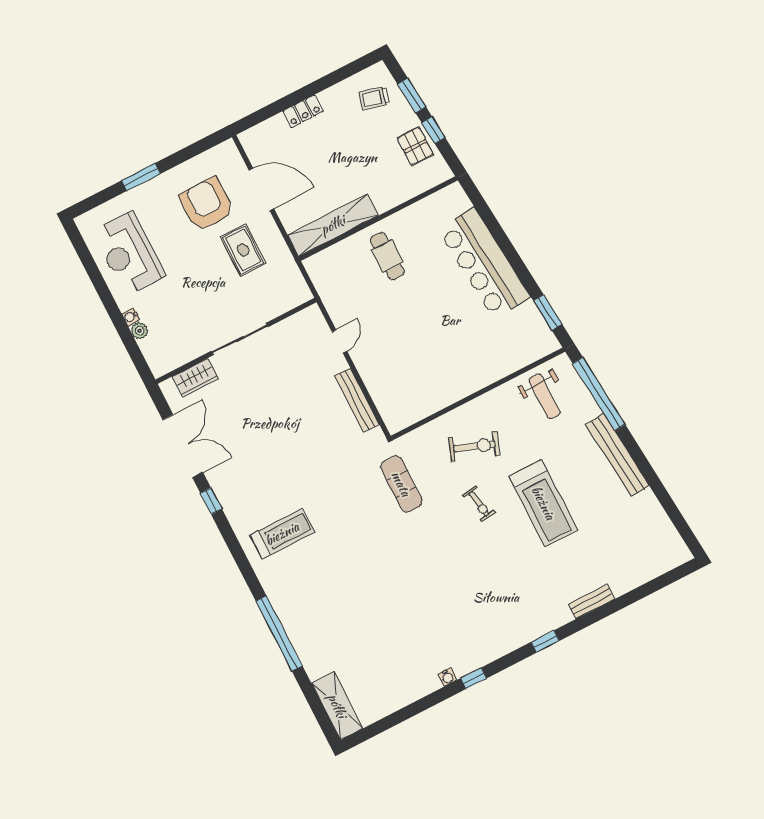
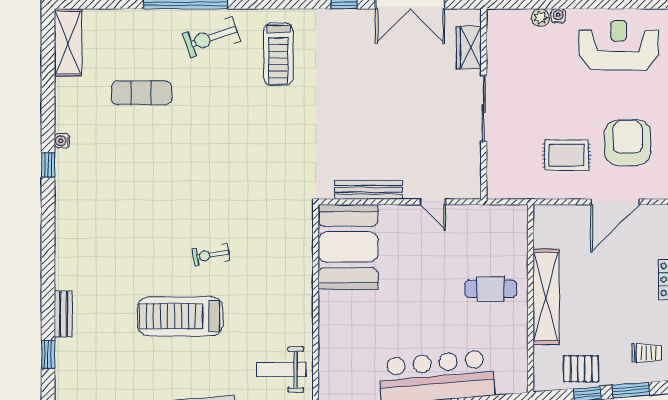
trolley: (374, 98) -> (647, 353), turned 76
armchair: (206, 204) -> (628, 143), turned -91
shelving: (333, 225) -> (546, 297), moved
booth: (413, 393) -> (348, 247), added
exercise bike: (474, 446) -> (211, 37), moved, turned 51
exercise mat: (401, 484) -> (141, 93), moved
window: (545, 641) -> (48, 354), moved
shelving: (337, 706) -> (68, 43), moved, turned 90

